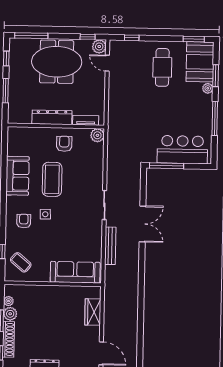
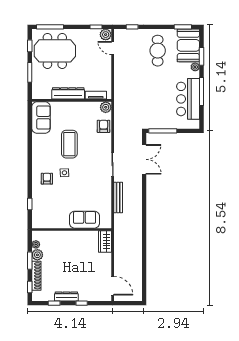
meeting table: (57, 62) -> (55, 51), moved
armchair: (64, 144) -> (104, 126), moved
bar counter: (182, 150) -> (188, 99), moved, turned -90
sofa: (17, 176) -> (41, 118), moved
double door: (142, 224) -> (144, 159), moved
coffee table: (21, 262) -> (45, 213), removed
sofa: (75, 272) -> (84, 220), width x0.73
wardrobe: (93, 312) -> (105, 242), moved

